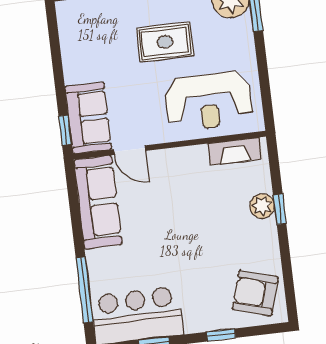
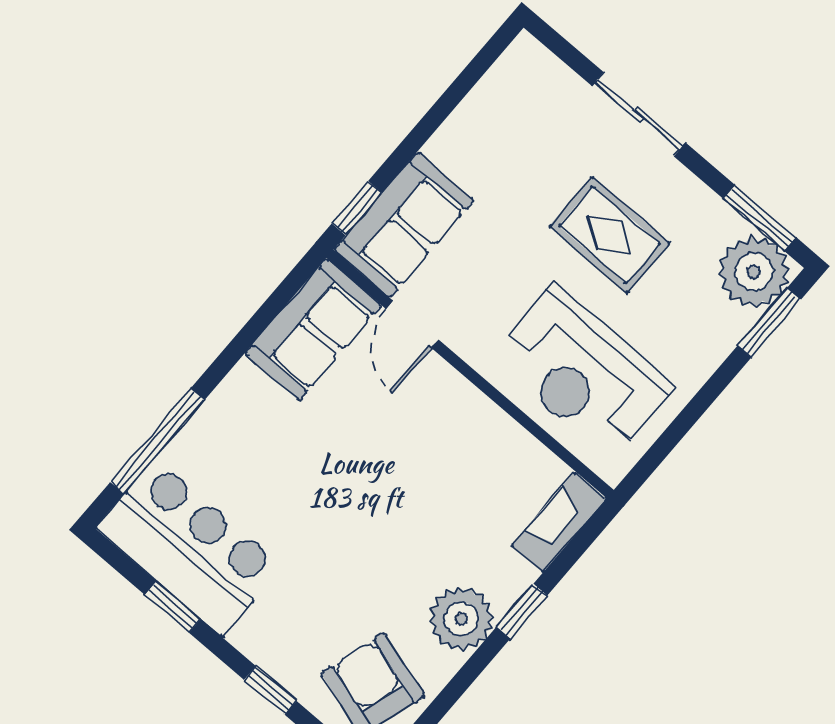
fireplace: (235, 151) -> (559, 522), moved, turned 90
sofa: (98, 202) -> (313, 329), width x0.73
plant: (262, 206) -> (461, 619), moved, width x1.36, depth x1.36

